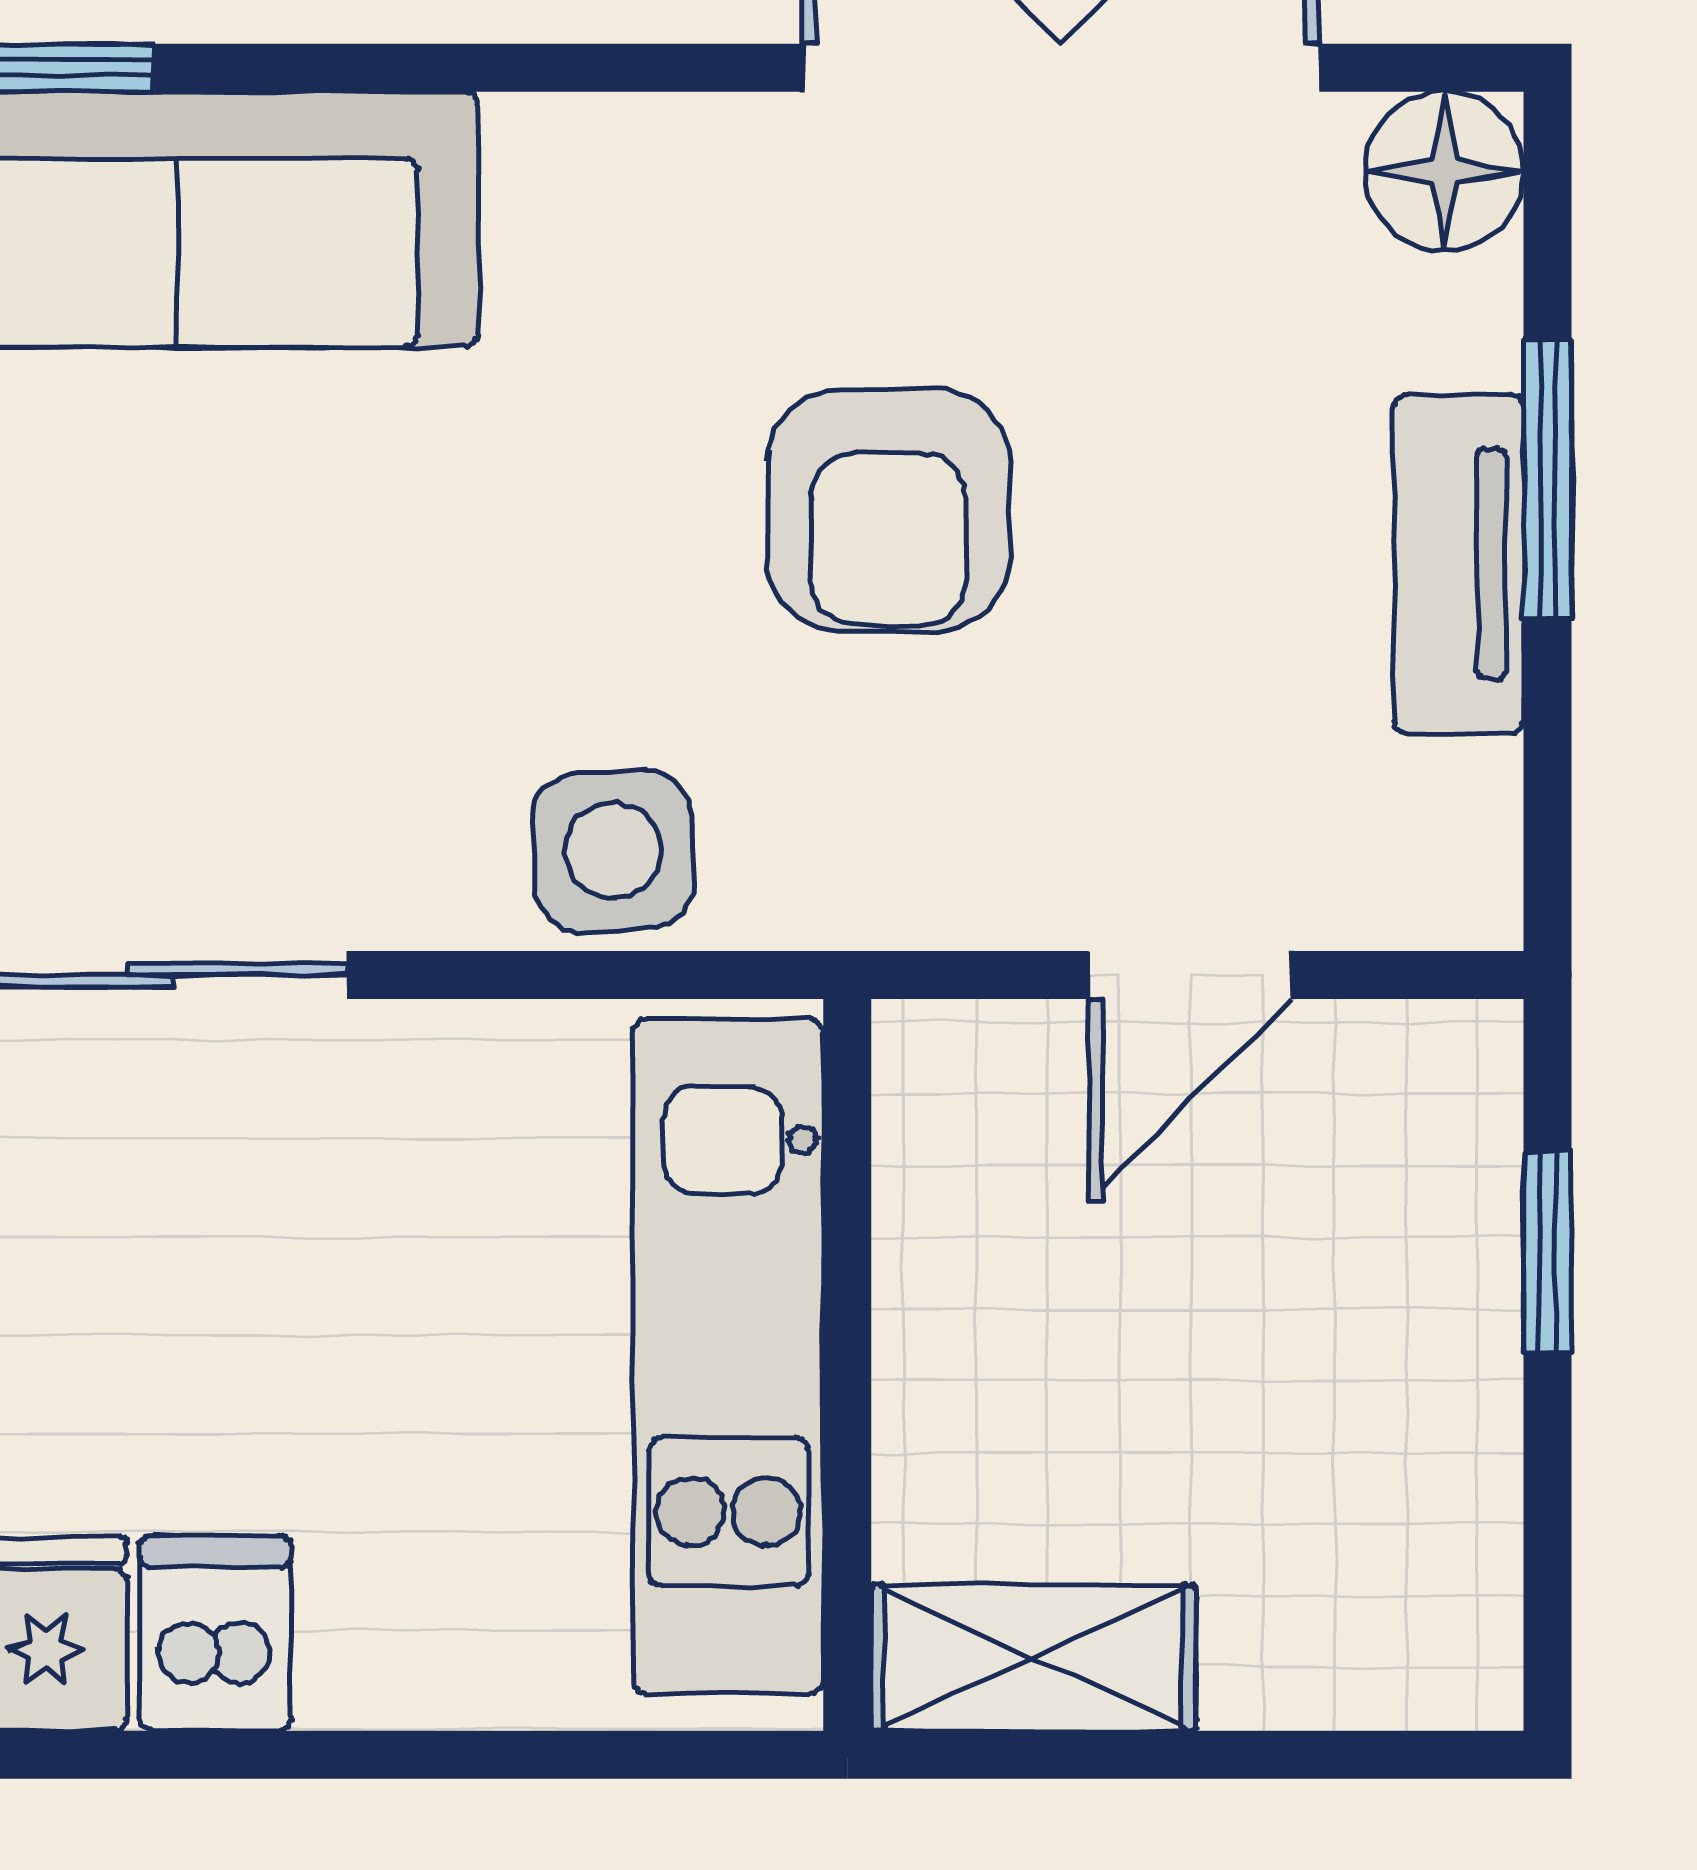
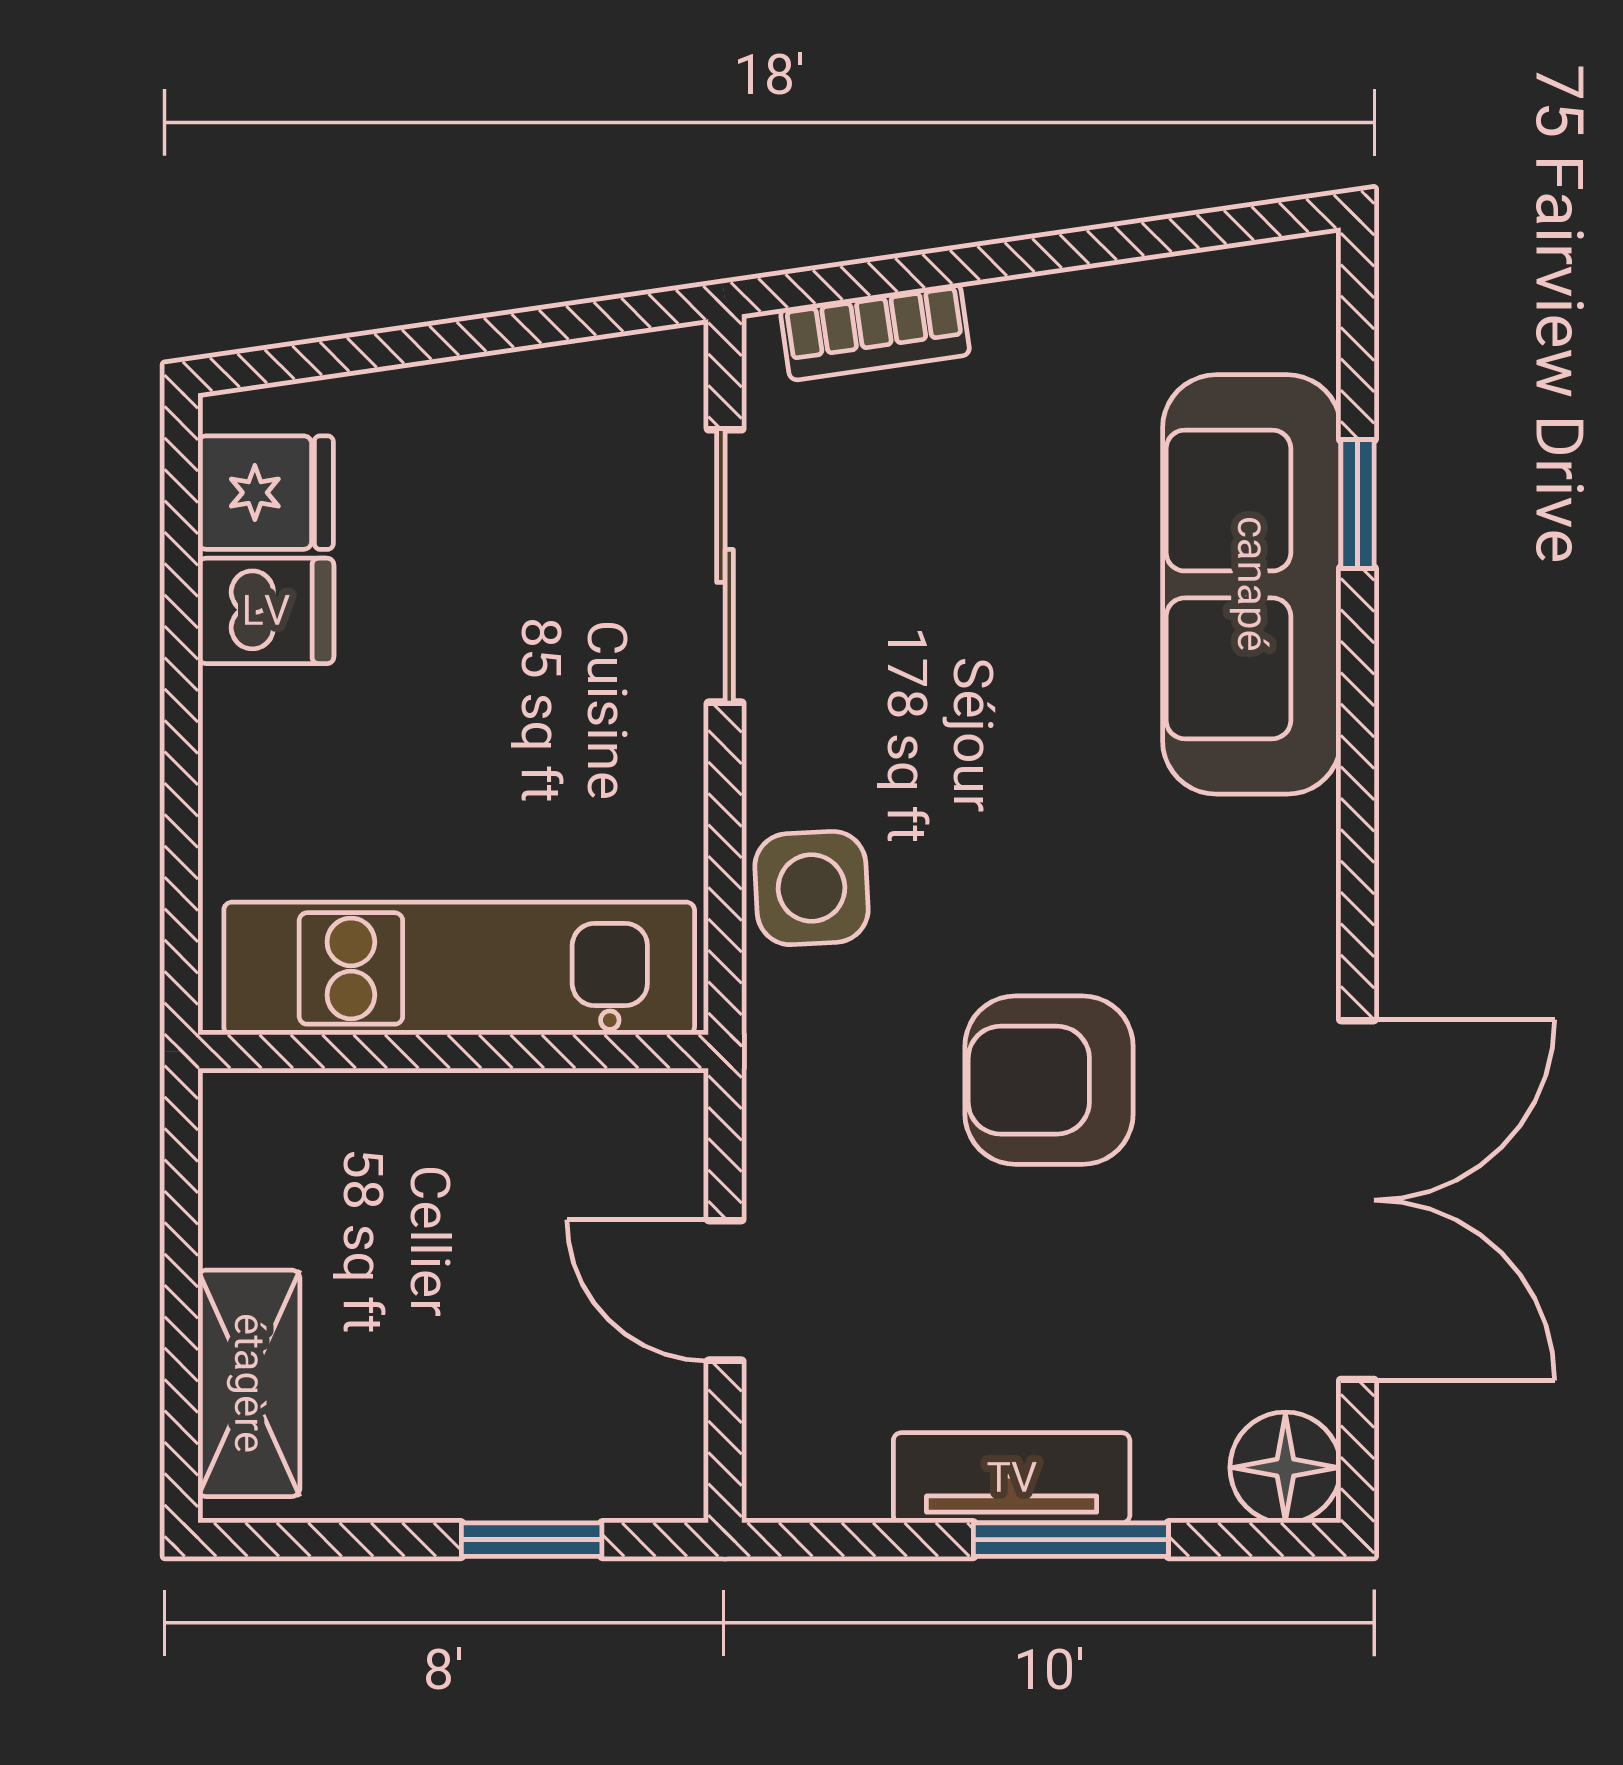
shelving: (1034, 1658) -> (249, 1383), moved

